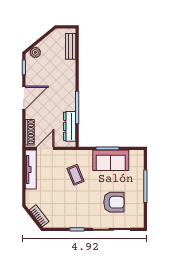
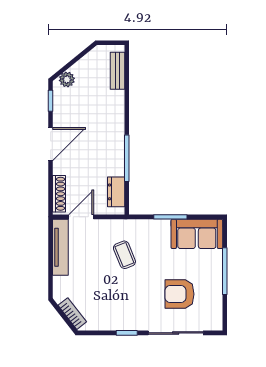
dresser: (70, 126) -> (116, 192), width x0.70
sofa: (111, 160) -> (197, 234), moved
armchair: (114, 202) -> (180, 294), turned 180

